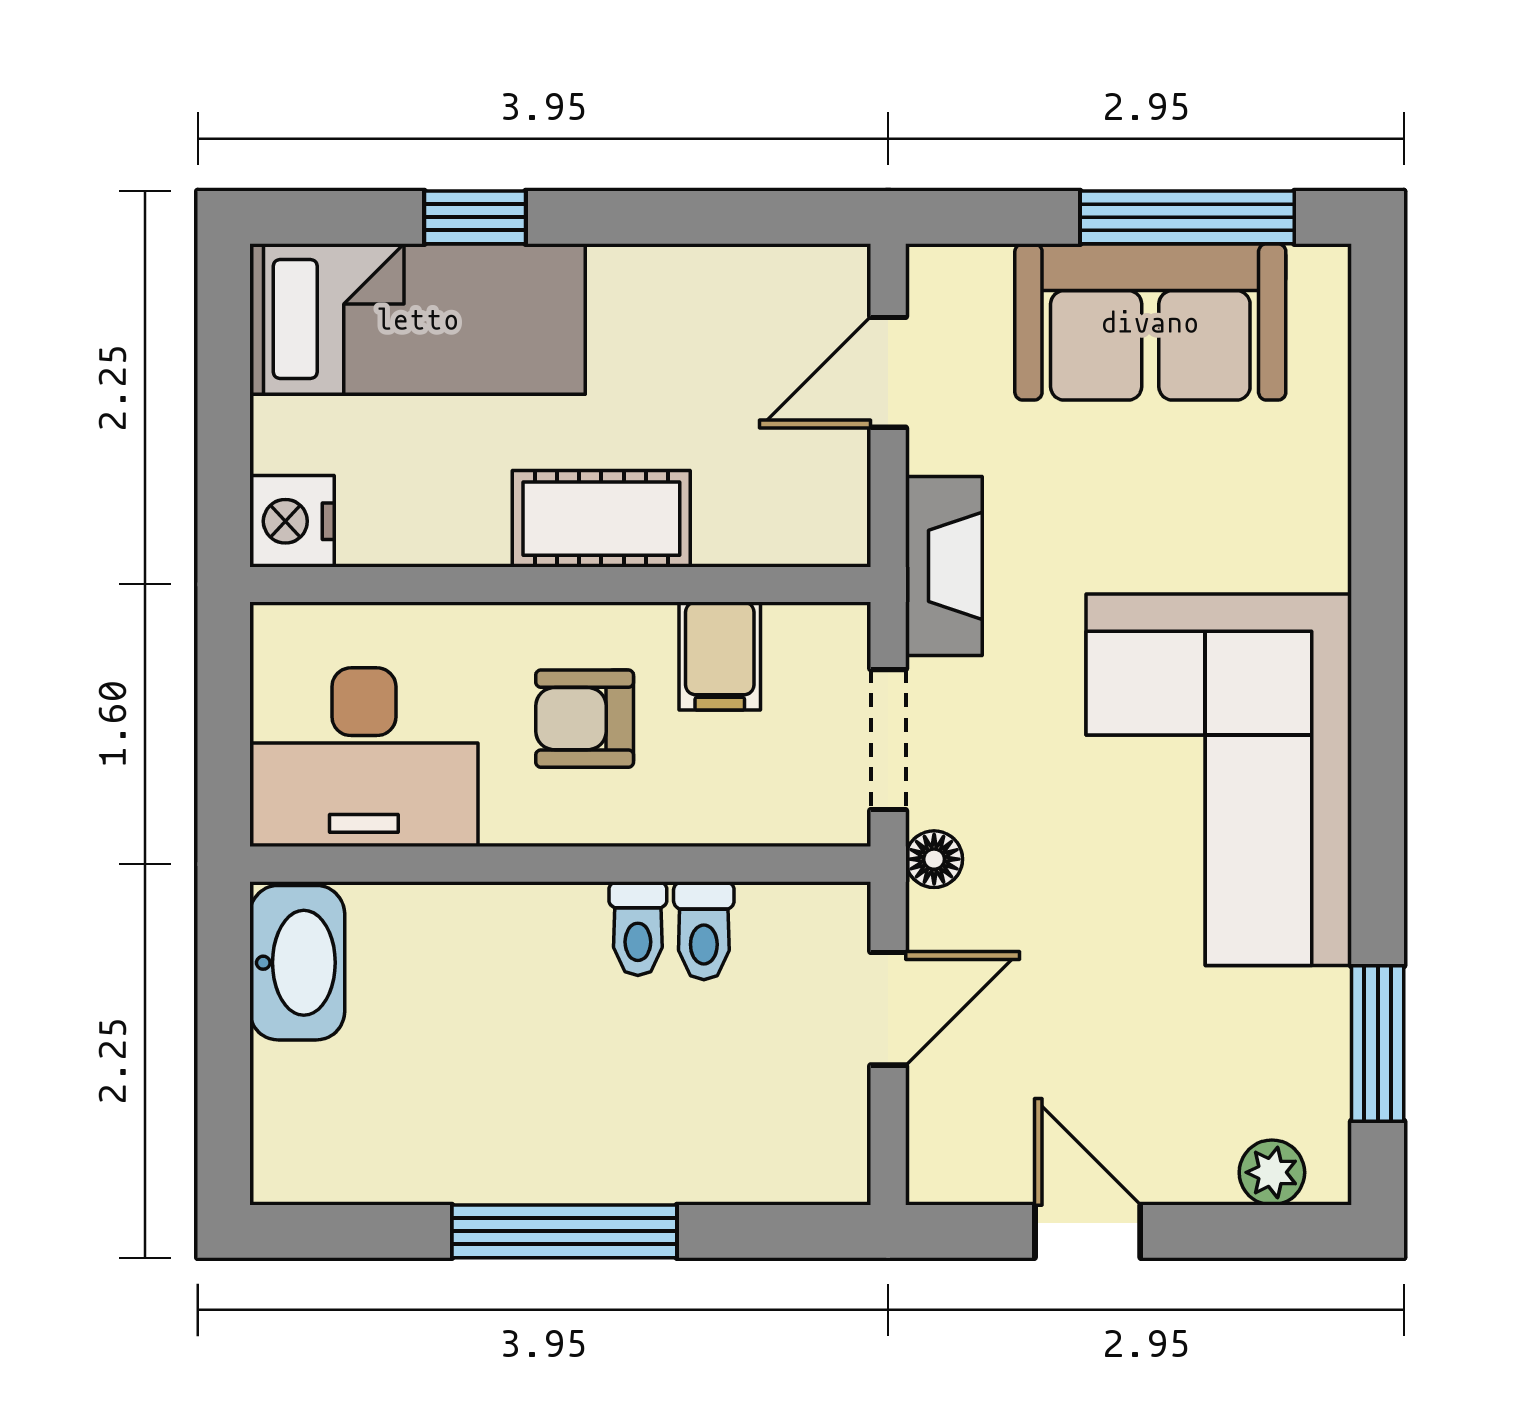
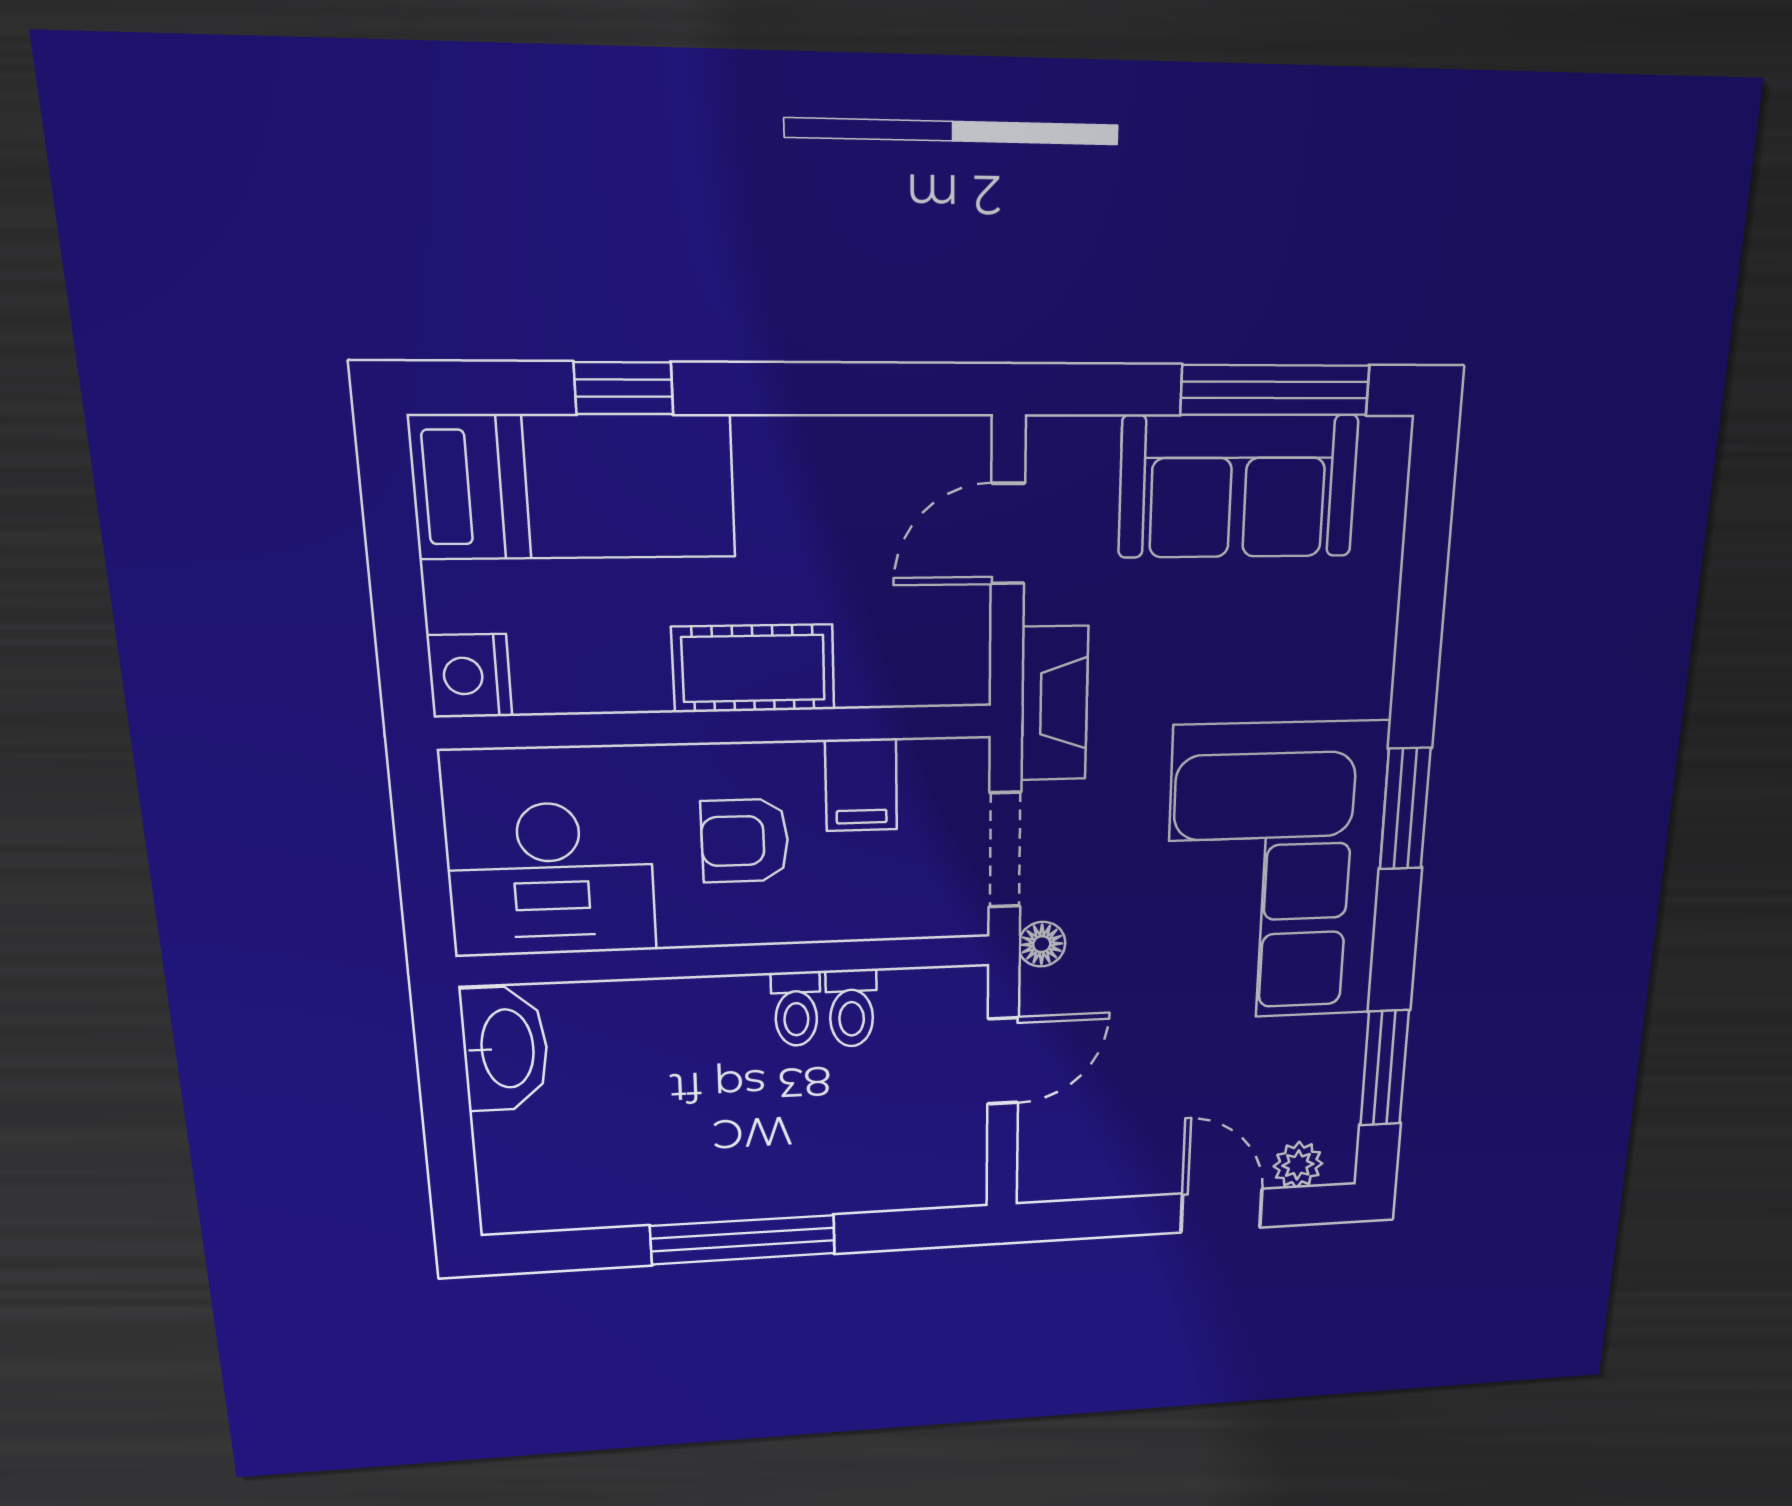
window: (1378, 704) -> (1405, 809), added
door: (1088, 1231) -> (1221, 1211), moved

